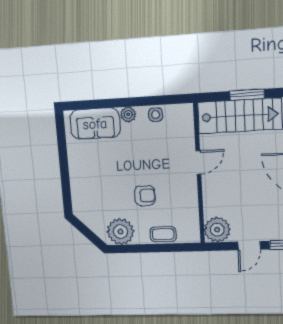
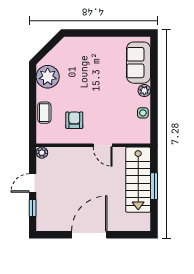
armchair: (145, 196) -> (74, 120), moved, turned 180
plant: (217, 230) -> (42, 153), width x0.53, depth x0.53
door: (249, 246) -> (33, 183), hinge flipped

